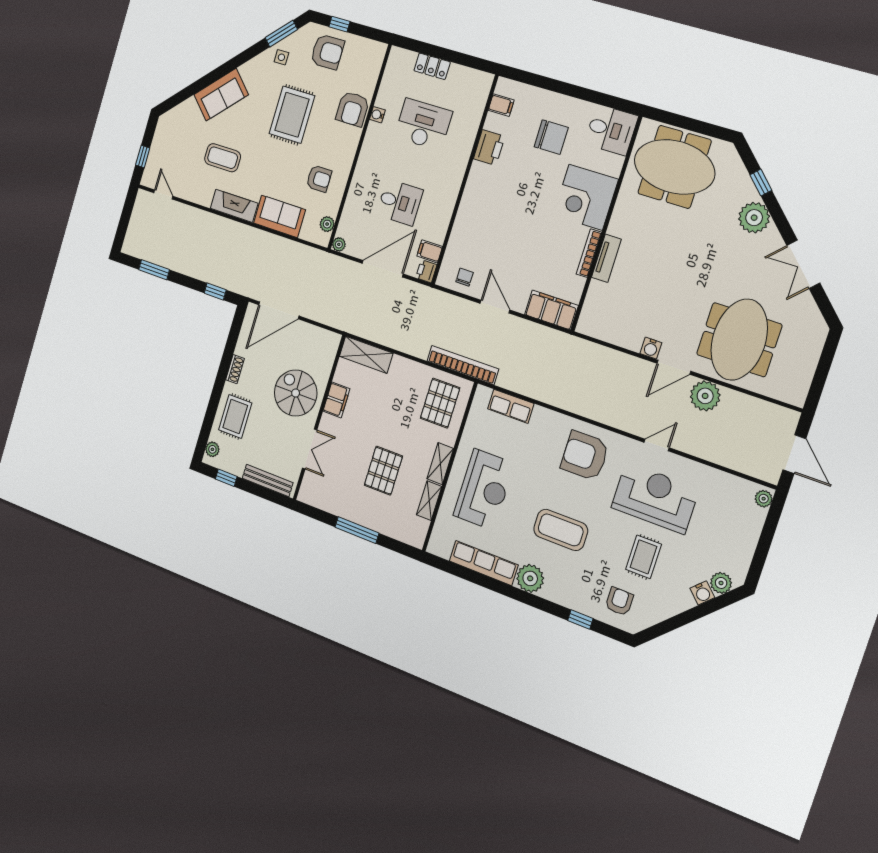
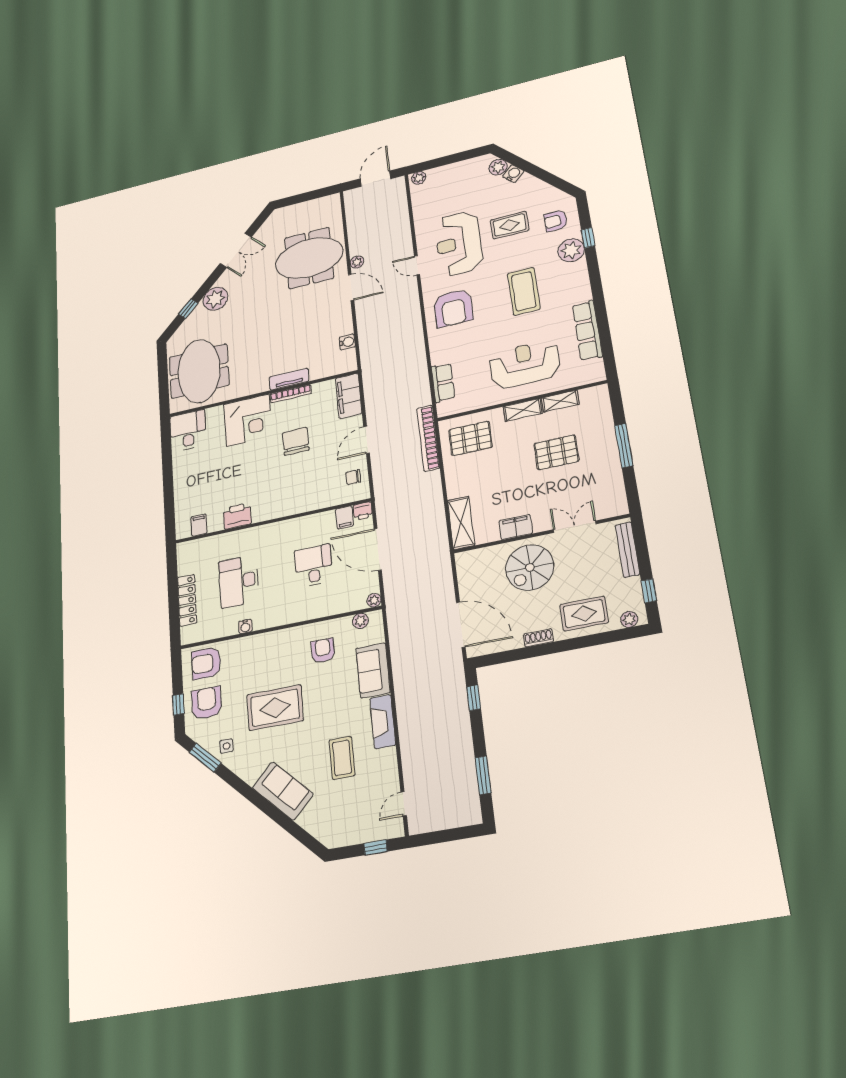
locker: (432, 66) -> (187, 600), width x1.53
armchair: (353, 109) -> (206, 663), moved, turned 180
chair: (551, 137) -> (296, 441), moved
water cooler: (651, 348) -> (347, 342), moved
plant: (705, 396) -> (357, 262), width x0.53, depth x0.53
plant: (530, 578) -> (571, 250), moved

